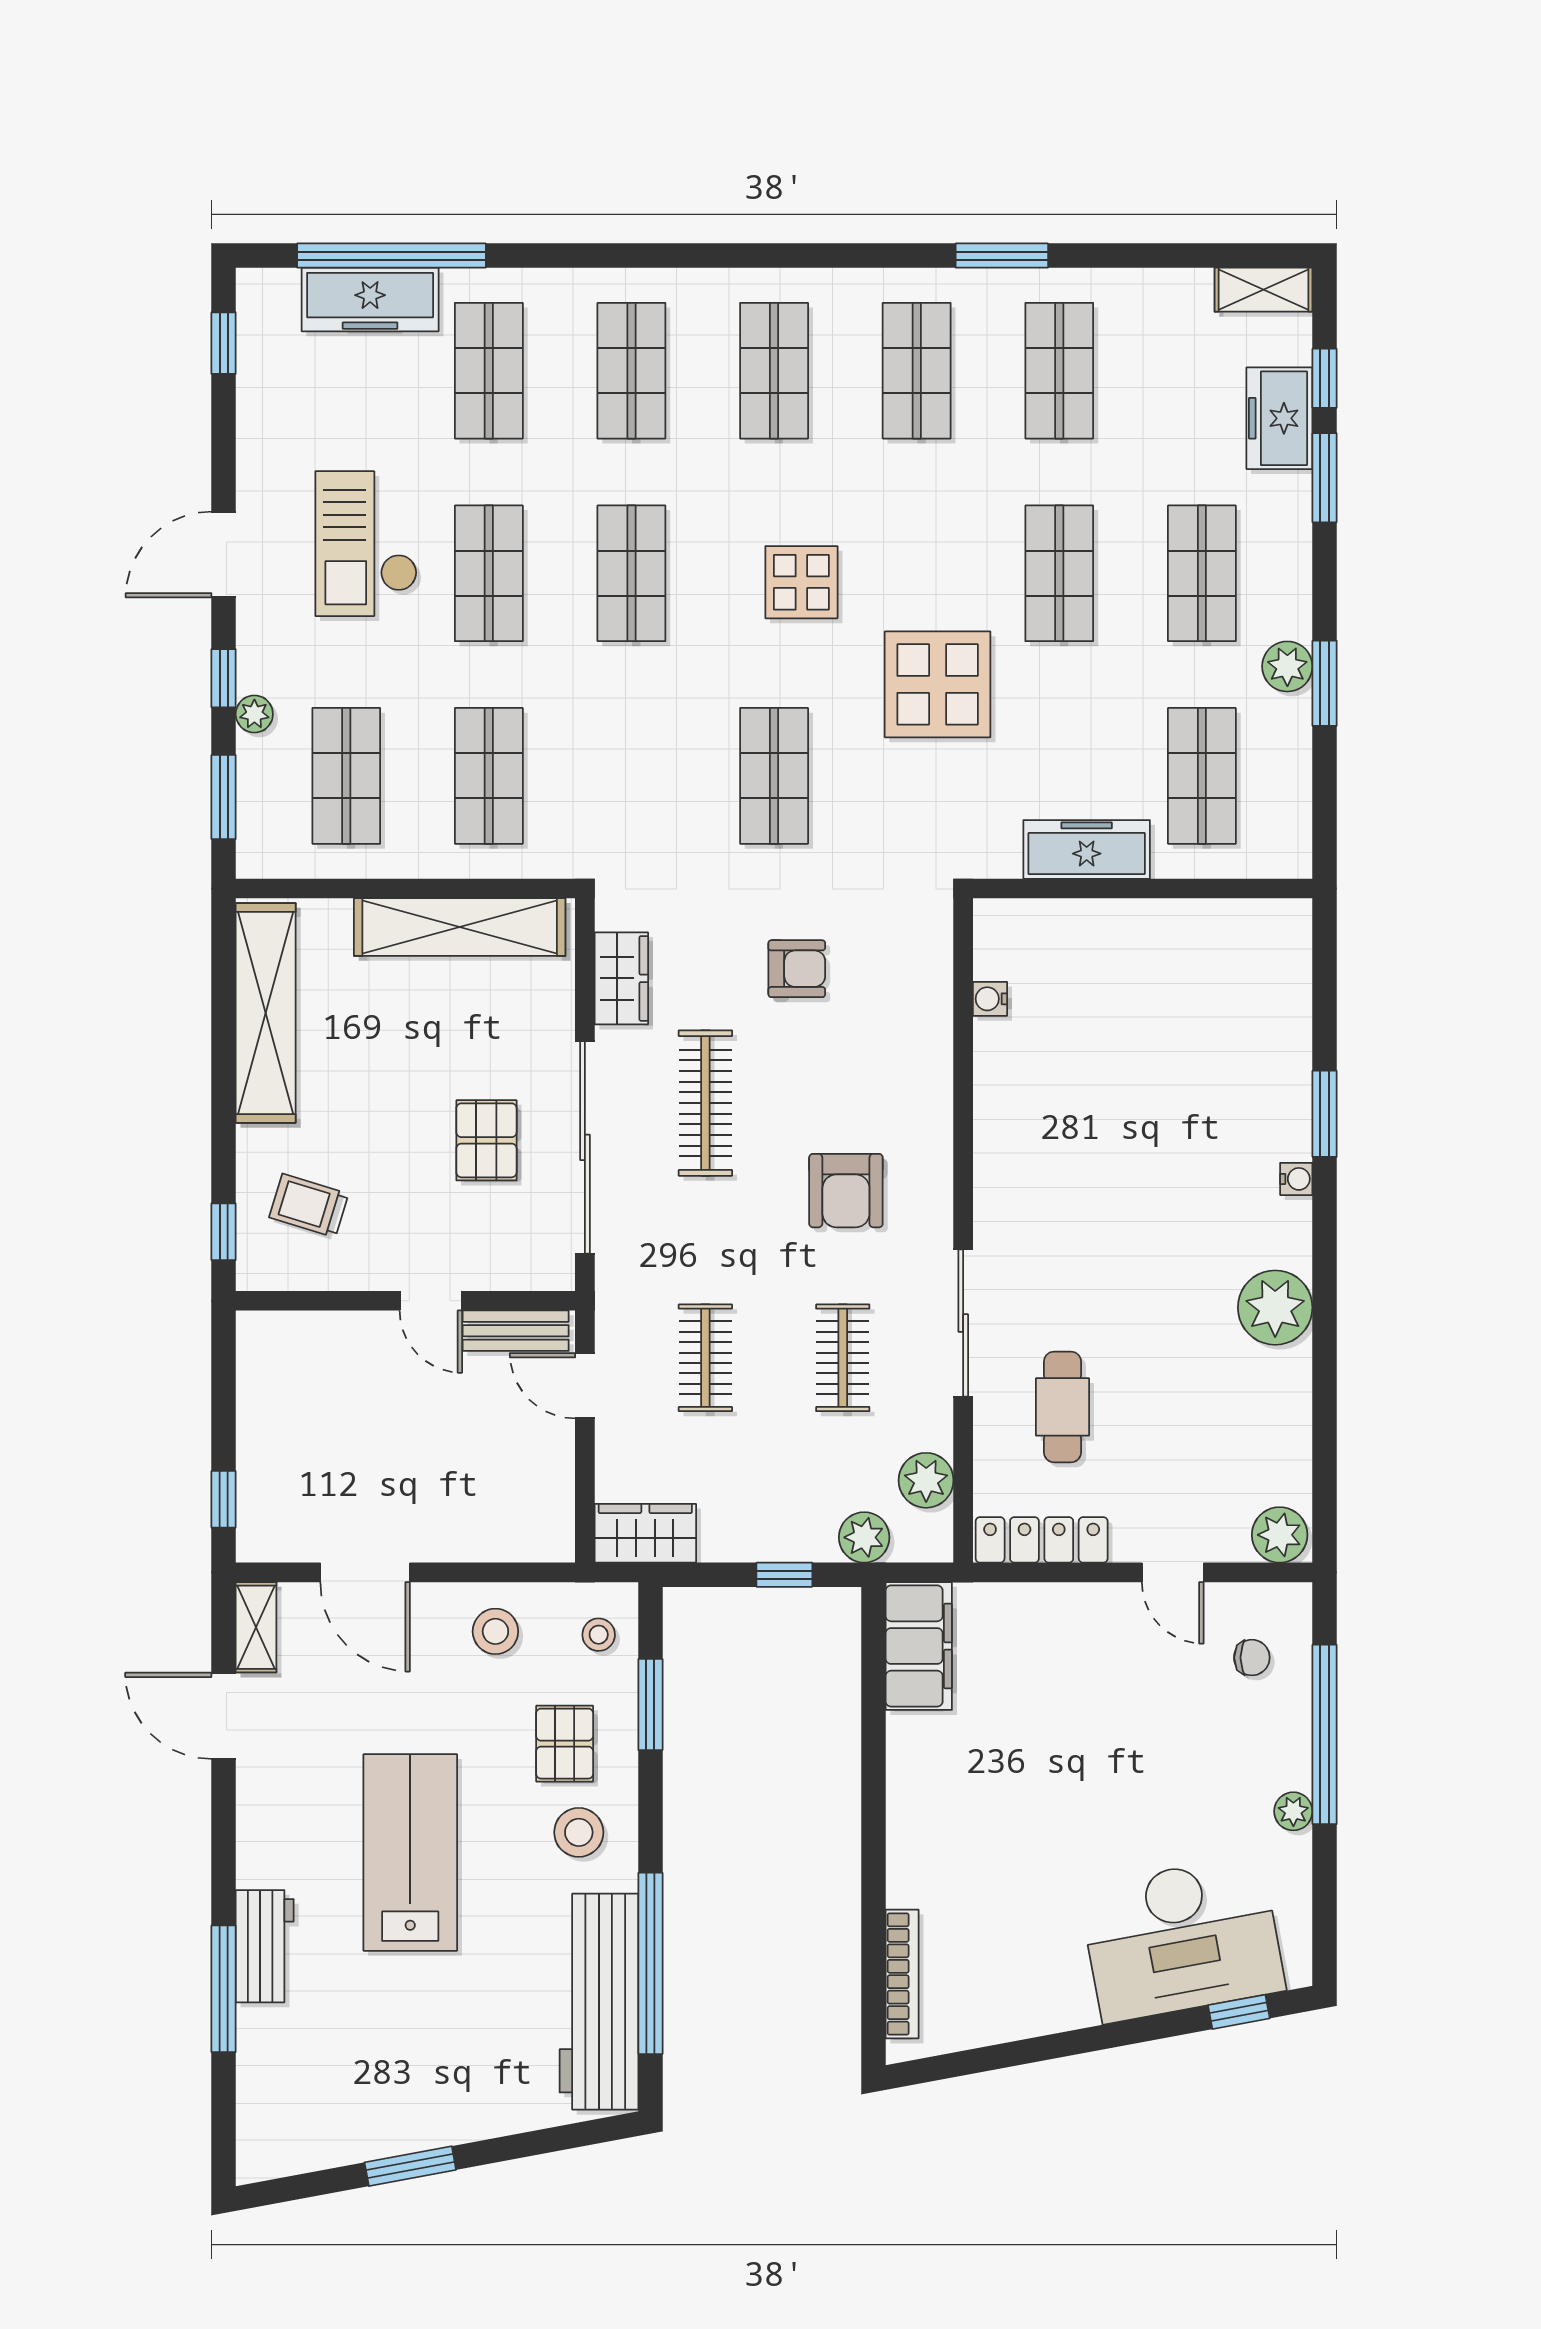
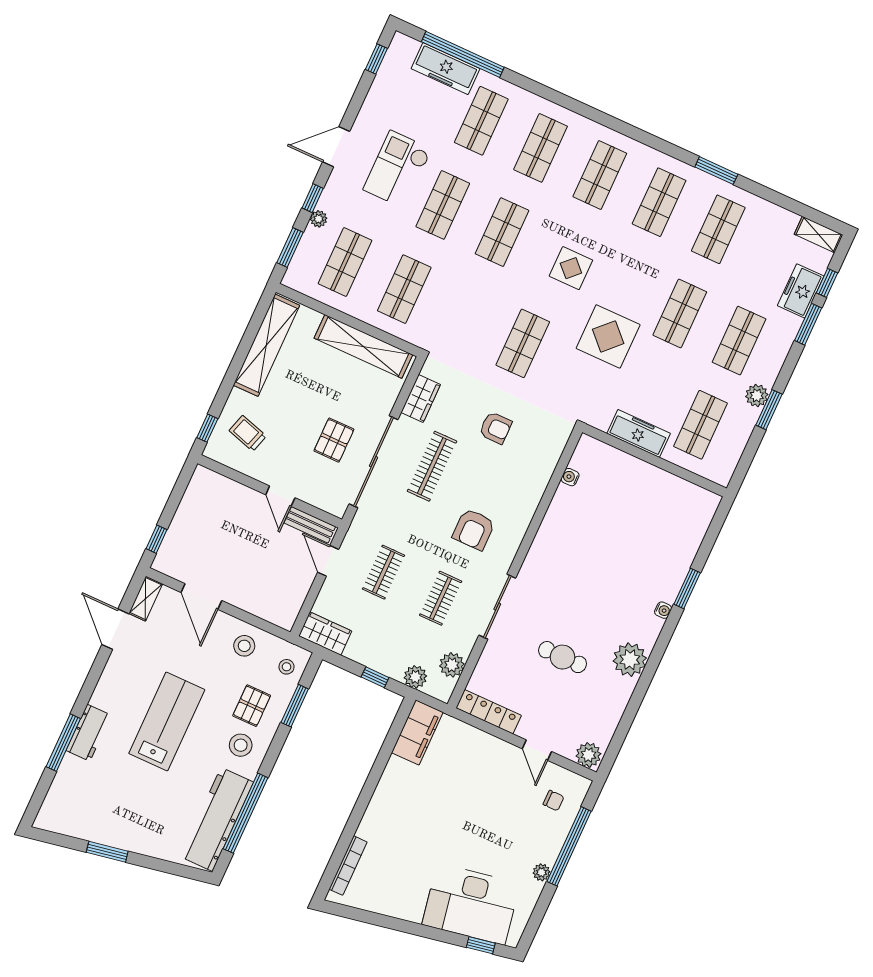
cafe table: (1063, 1407) -> (563, 657), moved, turned 90

